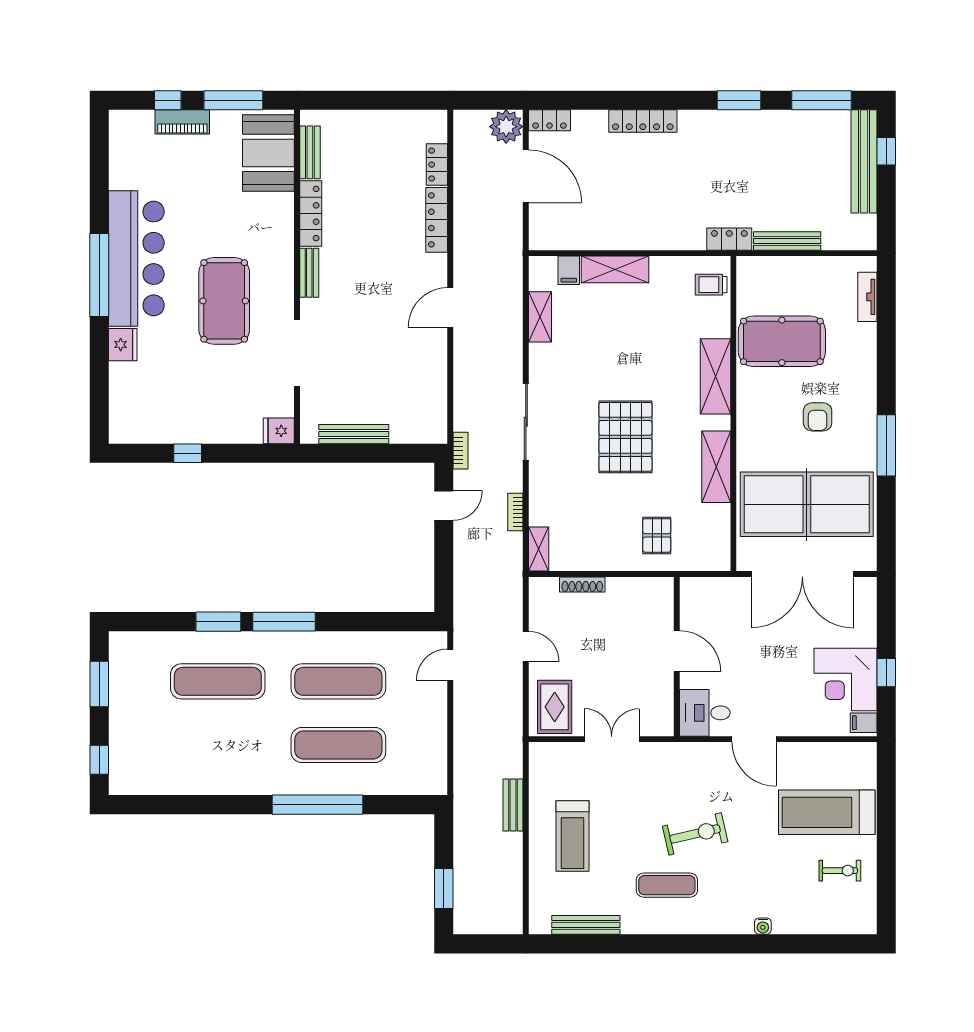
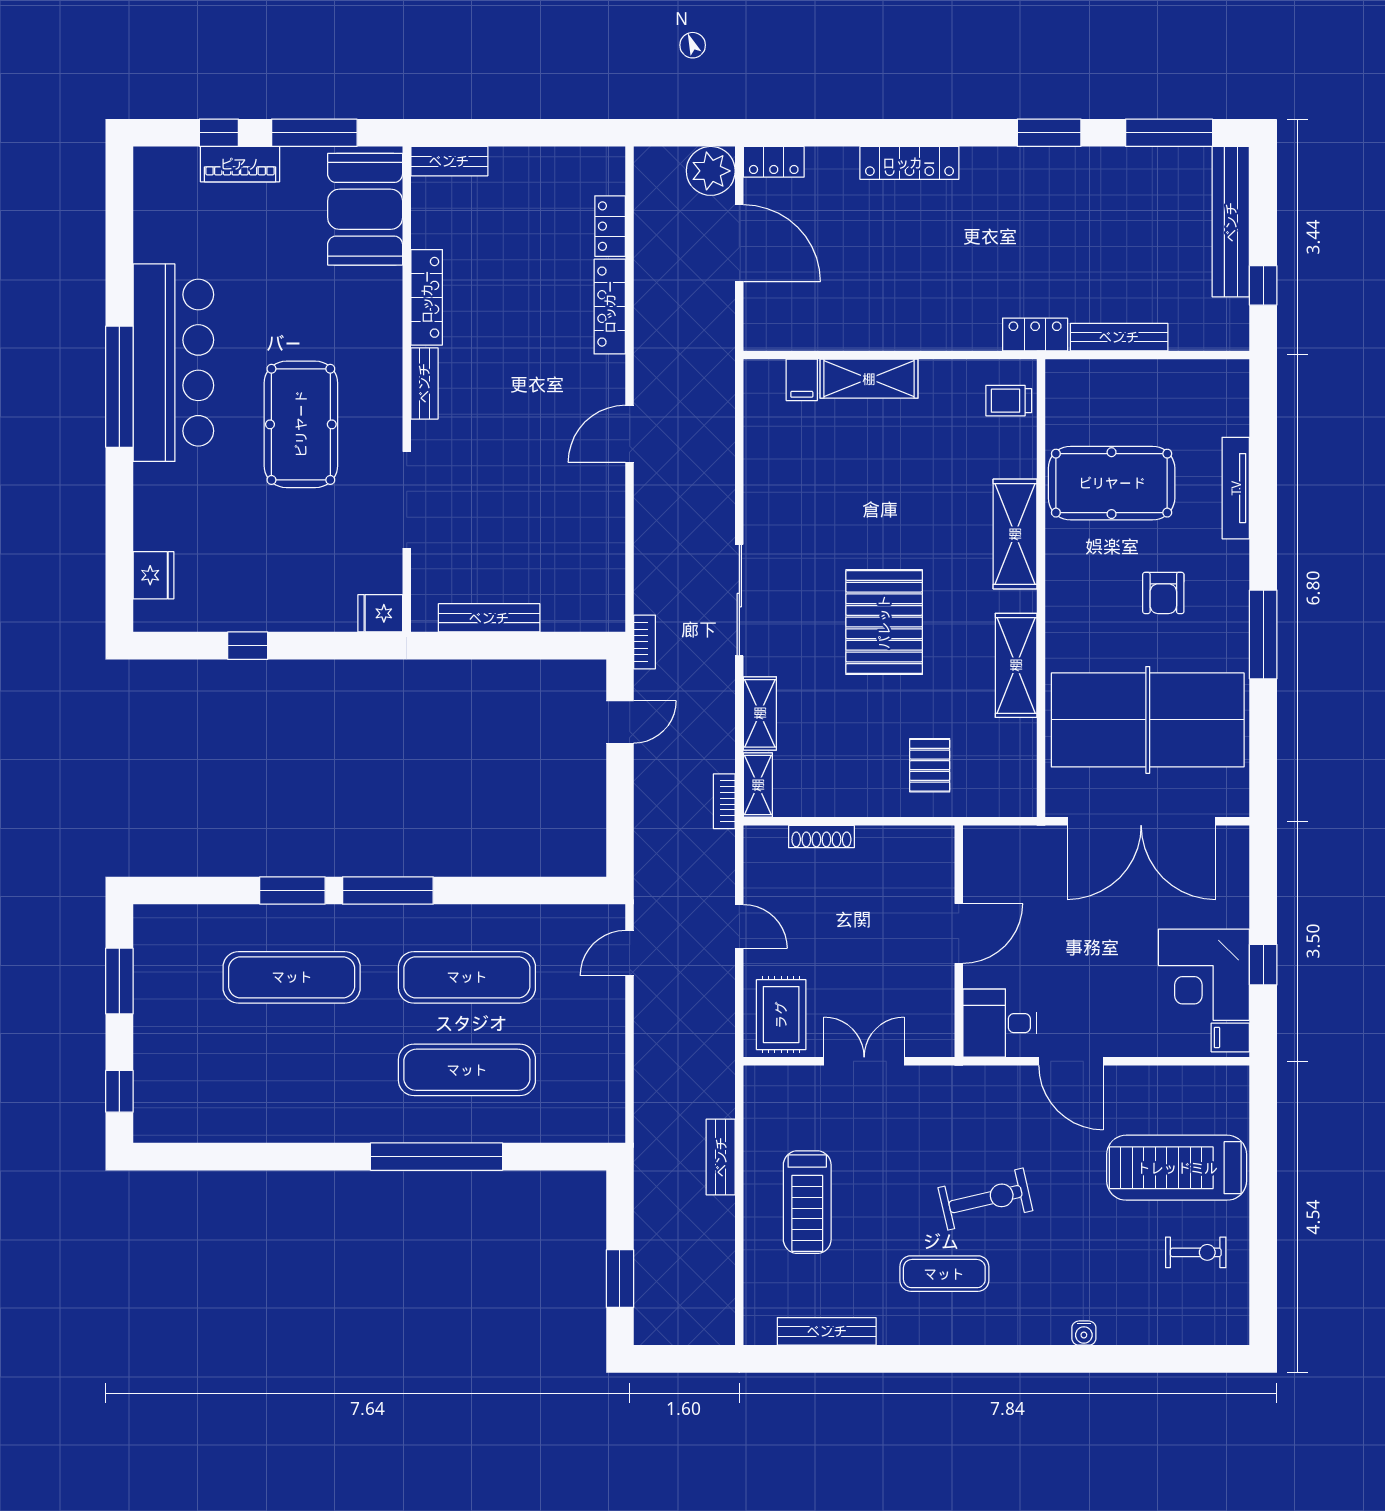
window: (886, 151) -> (1263, 285), moved
bench: (310, 152) -> (449, 161), moved, turned 90
tv unit: (867, 297) -> (1236, 488), moved, width x1.41
shelving: (540, 317) -> (760, 713), moved
fridge: (123, 345) -> (153, 575), moved
bookcase: (515, 512) -> (724, 801), moved
door: (677, 651) -> (959, 933), hinge flipped

